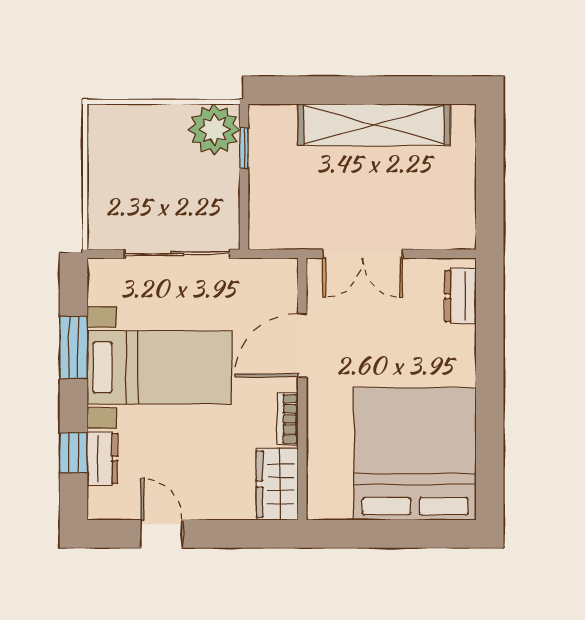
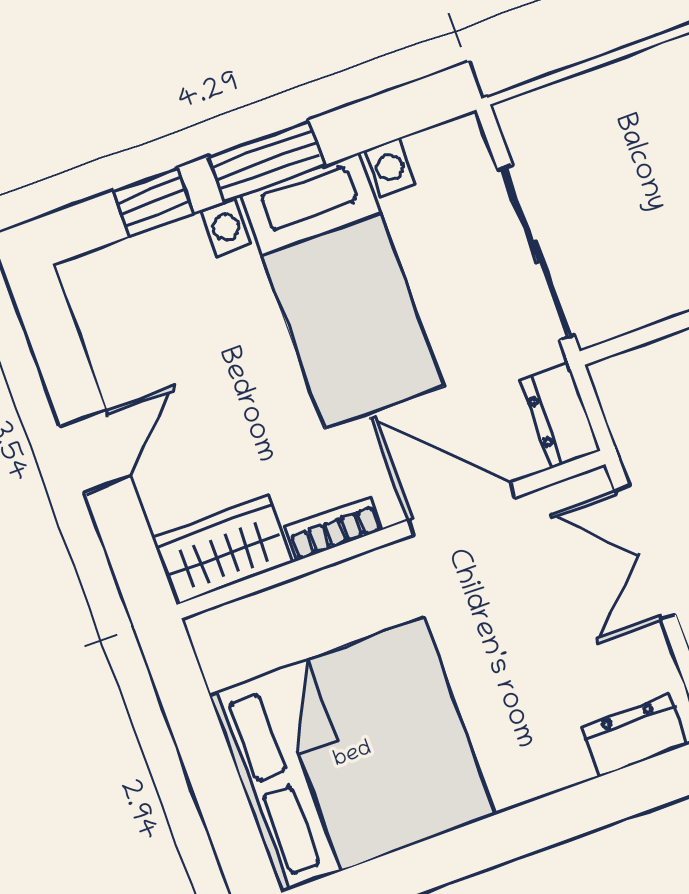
window: (74, 347) -> (266, 161), moved
dresser: (102, 458) -> (560, 415), moved, turned 90
door: (162, 534) -> (96, 452), moved

